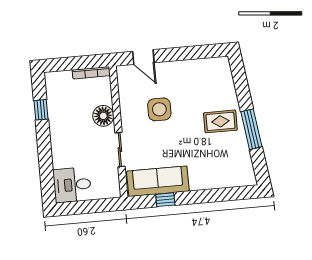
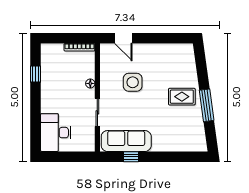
floor lamp: (103, 116) -> (90, 83), width x0.53, depth x0.53
desk: (72, 185) -> (56, 133), width x1.37

